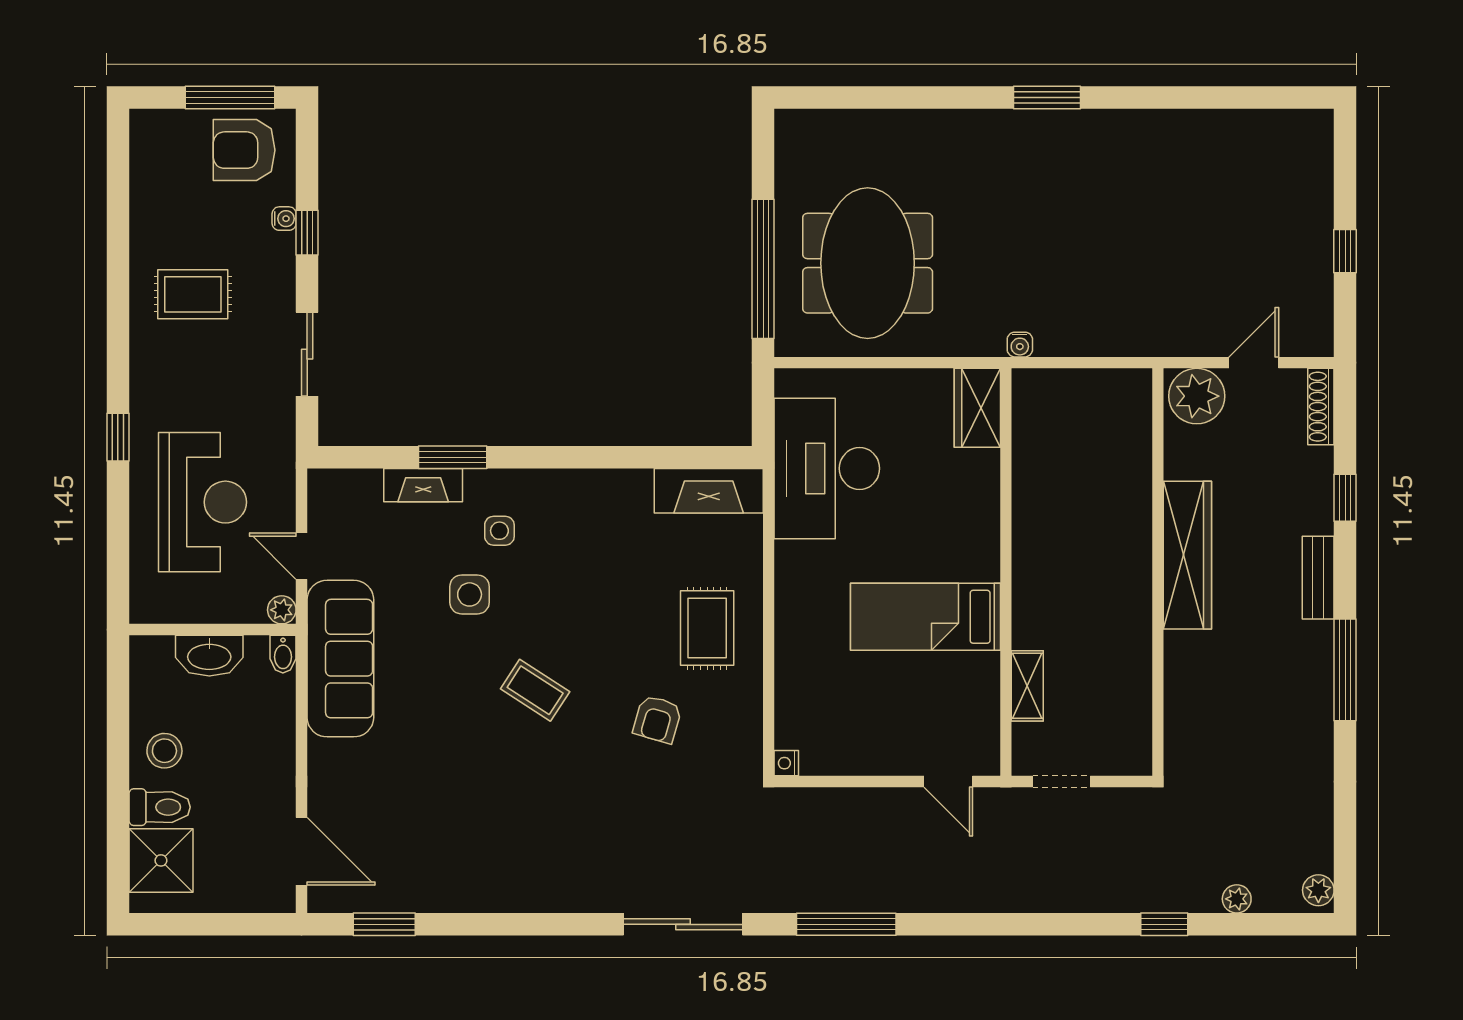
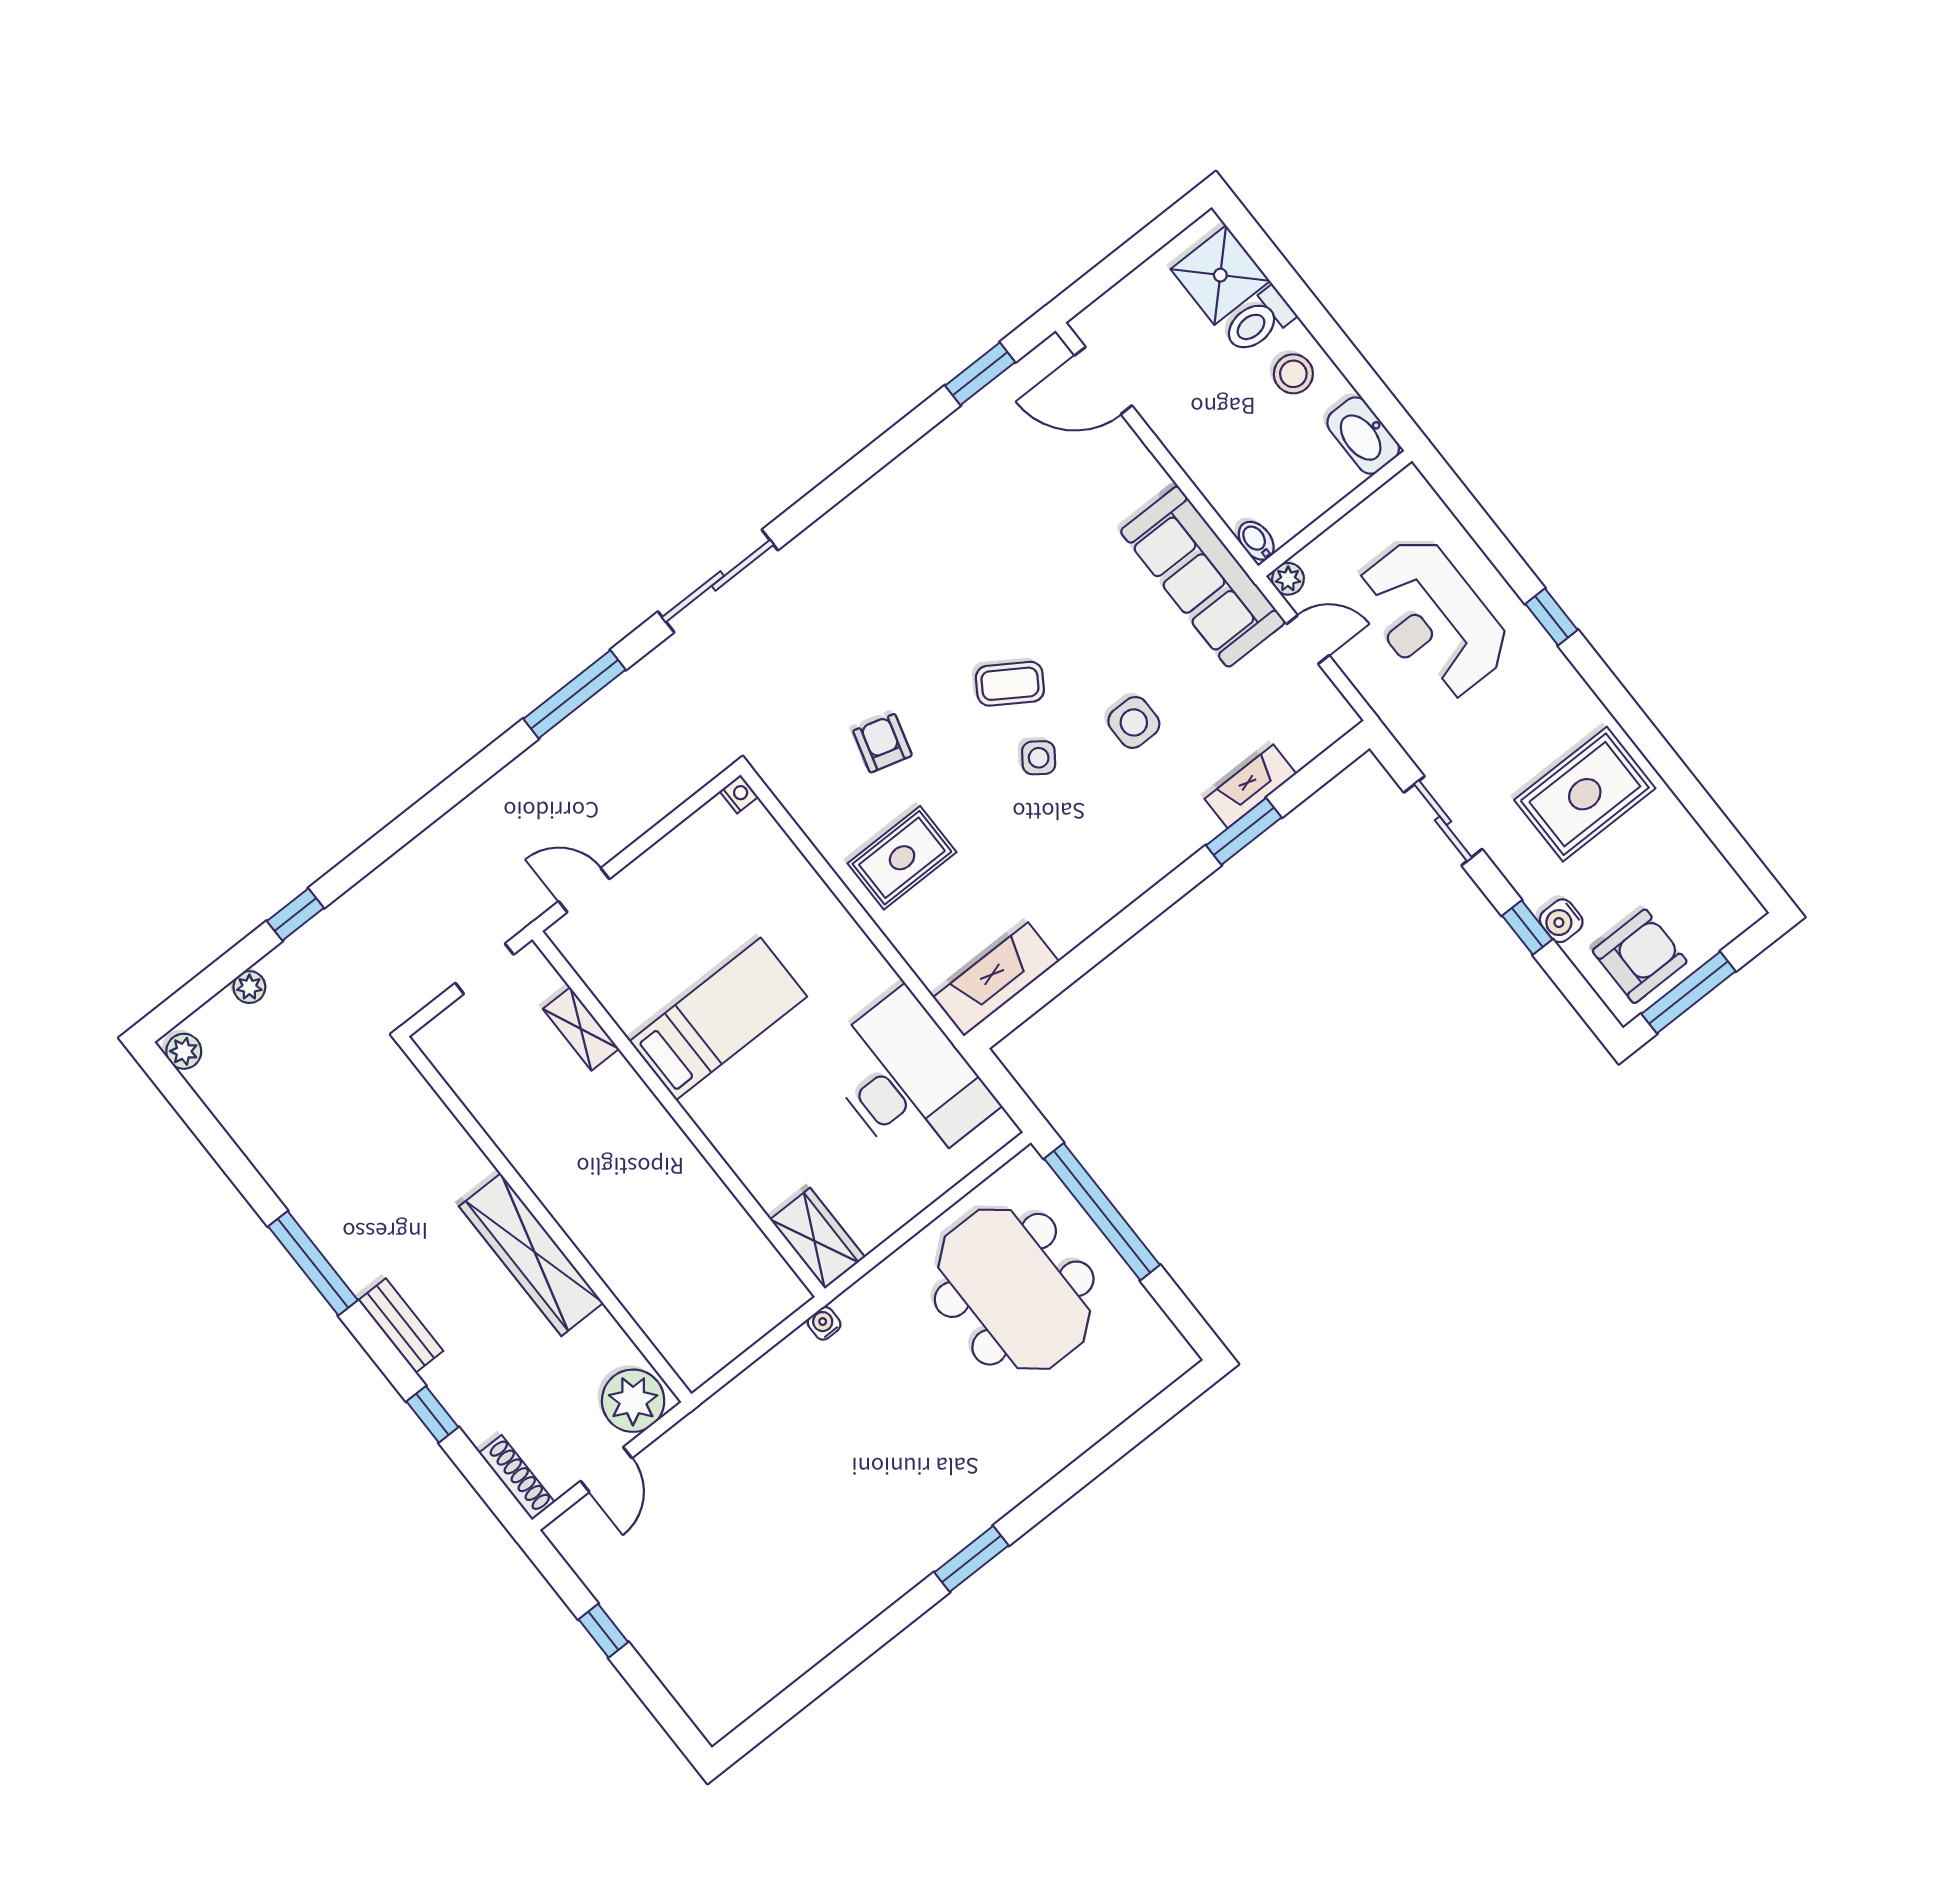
water cooler: (284, 219) -> (1561, 921), width x1.38, depth x1.38
rug: (193, 294) -> (1585, 794), width x1.36, depth x1.43
side table: (499, 531) -> (1039, 758), moved, turned 36
rug: (707, 628) -> (902, 858), turned 90
washbasin: (209, 656) -> (1363, 436), moved, turned -90

